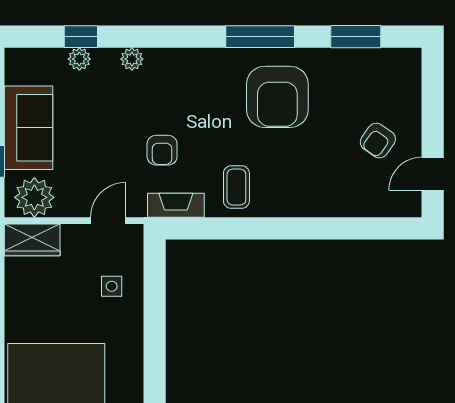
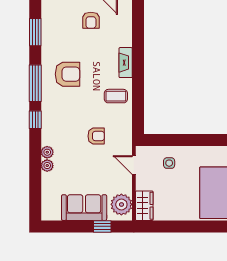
window: (81, 37) -> (35, 120), moved
plant: (79, 59) -> (47, 166), moved
armchair: (277, 97) -> (68, 74), width x0.73, depth x0.73
armchair: (378, 141) -> (91, 20), turned 55
fireplace: (176, 205) -> (126, 63), moved

